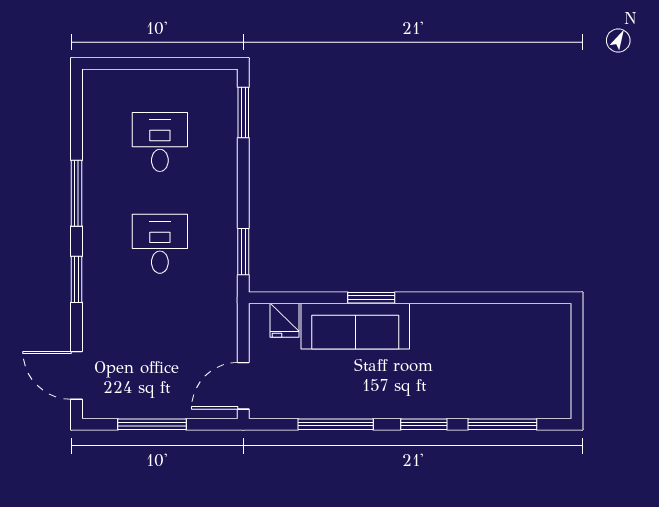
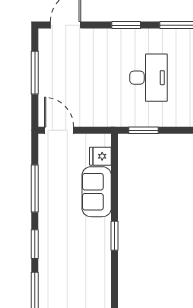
desk: (160, 244) -> (149, 78), width x1.37
window: (371, 298) -> (115, 236), moved
sofa: (355, 326) -> (97, 192), width x0.73

